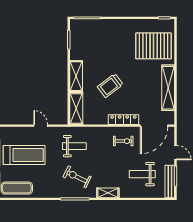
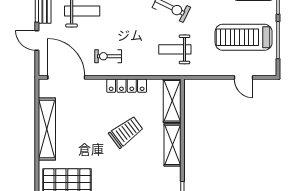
locker: (123, 120) -> (127, 86), moved
door: (41, 126) -> (244, 77), moved
door: (154, 126) -> (66, 77), hinge flipped

